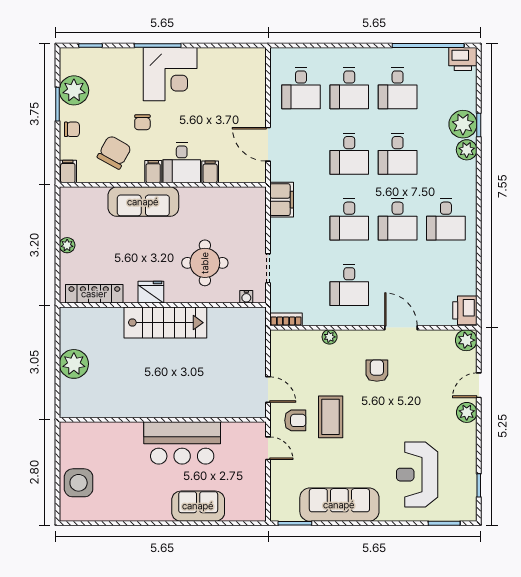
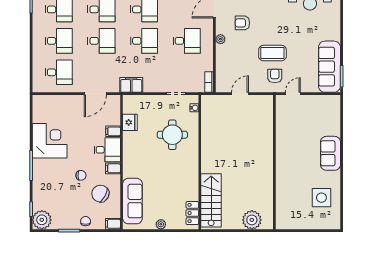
corner desk: (170, 74) -> (50, 141), moved
plant: (74, 90) -> (42, 220), moved
sofa: (143, 202) -> (132, 201), moved
fridge: (151, 292) -> (130, 122), moved, turned 180
locker: (94, 294) -> (192, 213), width x0.66
stairs: (165, 323) -> (211, 200), moved
plant: (330, 337) -> (220, 39), moved
plant: (74, 364) -> (252, 220), moved
door: (268, 390) -> (240, 94), moved
bar counter: (182, 443) -> (289, 150), removed
side table: (79, 483) -> (321, 198), moved
sofa: (339, 505) -> (329, 67), moved
sofa: (198, 506) -> (330, 153), moved

